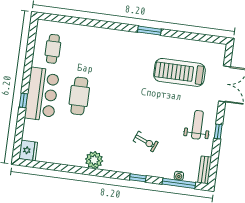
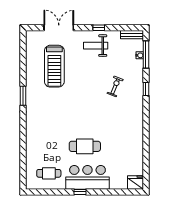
window: (23, 100) -> (80, 192), moved
plant: (94, 160) -> (136, 127), removed

